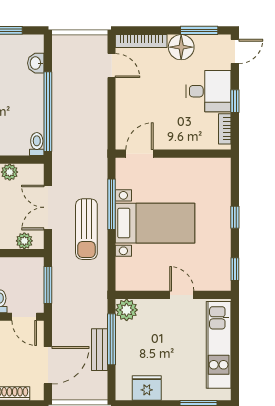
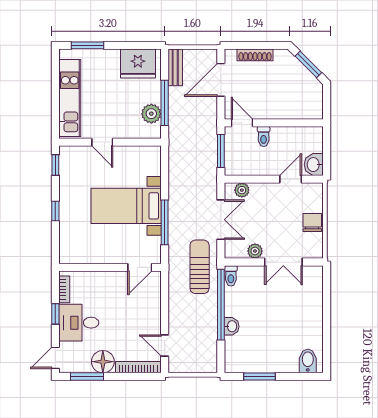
washbasin: (36, 63) -> (232, 326), moved
sun lounger: (86, 229) -> (200, 267), moved
plant: (127, 310) -> (151, 114), moved
bench: (100, 350) -> (175, 67), moved
fridge: (147, 388) -> (138, 64), width x1.36, depth x1.34

